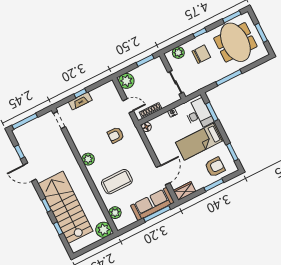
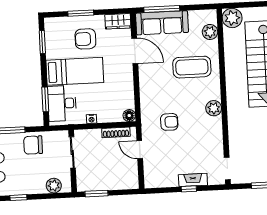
chair: (201, 54) -> (33, 145), moved
plant: (126, 81) -> (129, 180), removed
armchair: (215, 167) -> (85, 39), moved
door: (163, 175) -> (135, 51), swing flipped

